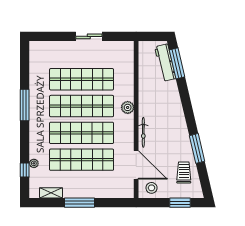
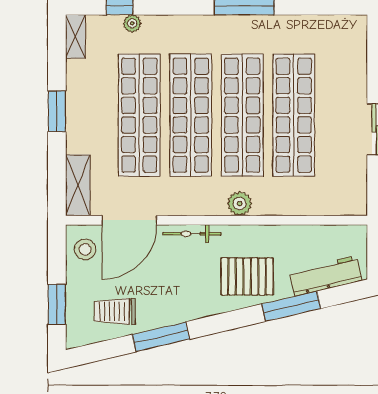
window: (177, 63) -> (291, 306), moved
pallet: (166, 104) -> (247, 276), added
trolley: (184, 172) -> (115, 311), turned 180
shelving: (118, 192) -> (78, 185), added
shelving: (51, 193) -> (75, 37), moved
window: (80, 203) -> (57, 111), width x0.69

